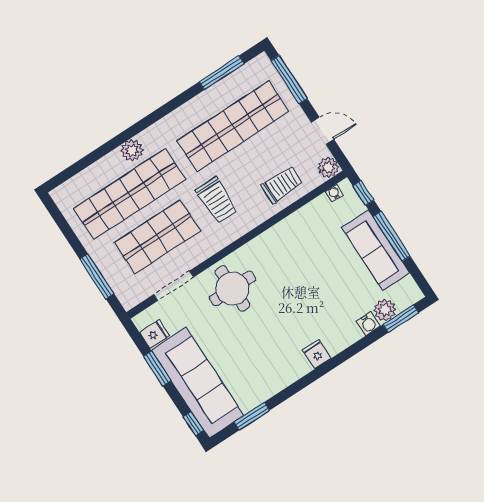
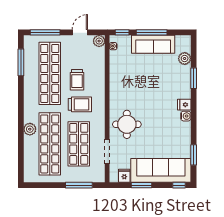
trolley: (282, 185) -> (77, 80), moved, turned 180
window: (401, 319) -> (194, 78), moved
water cooler: (368, 324) -> (186, 116), moved

